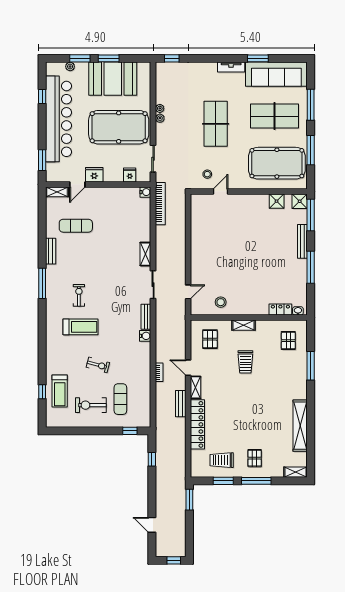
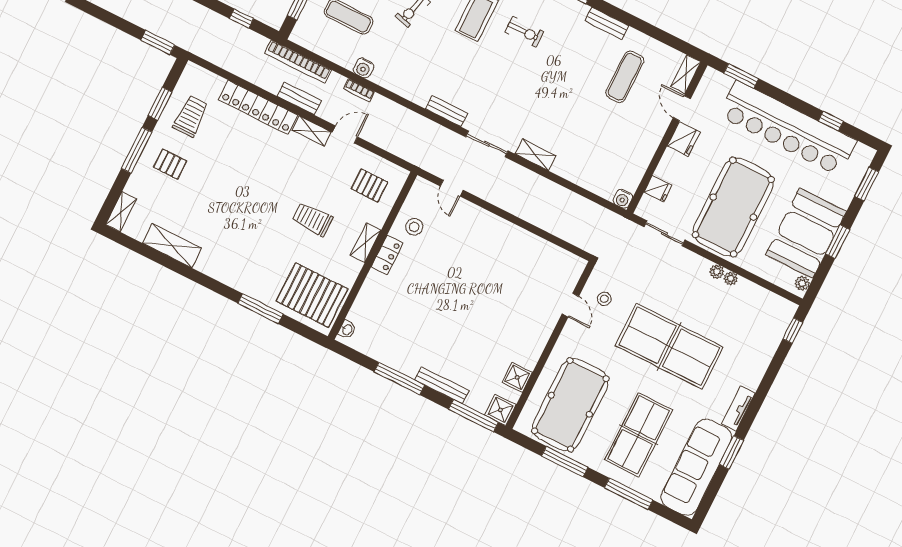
window: (80, 58) -> (867, 184), moved
plant: (70, 67) -> (802, 283), moved
table tennis table: (216, 124) -> (669, 346), width x1.36, depth x1.32
bookcase: (160, 204) -> (298, 62), moved
locker: (280, 309) -> (387, 255), moved
water cooler: (145, 336) -> (364, 68), moved
pallet: (288, 341) -> (312, 295), width x2.05, depth x2.00
shelving: (300, 426) -> (172, 246), width x0.68

